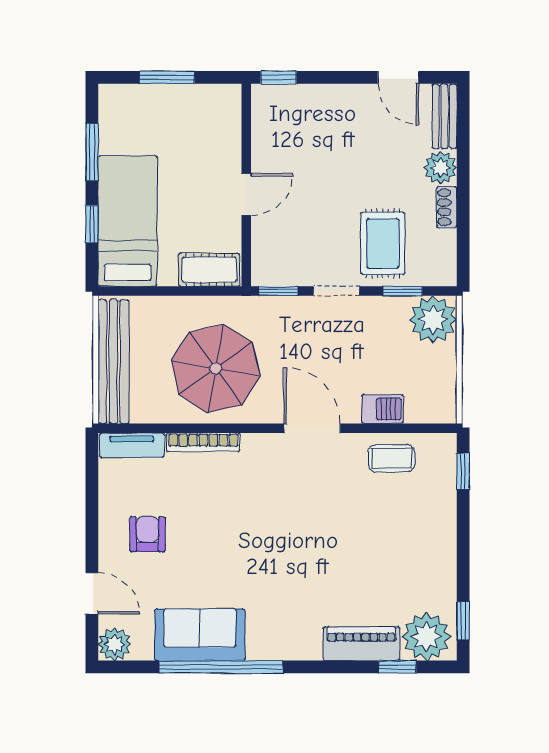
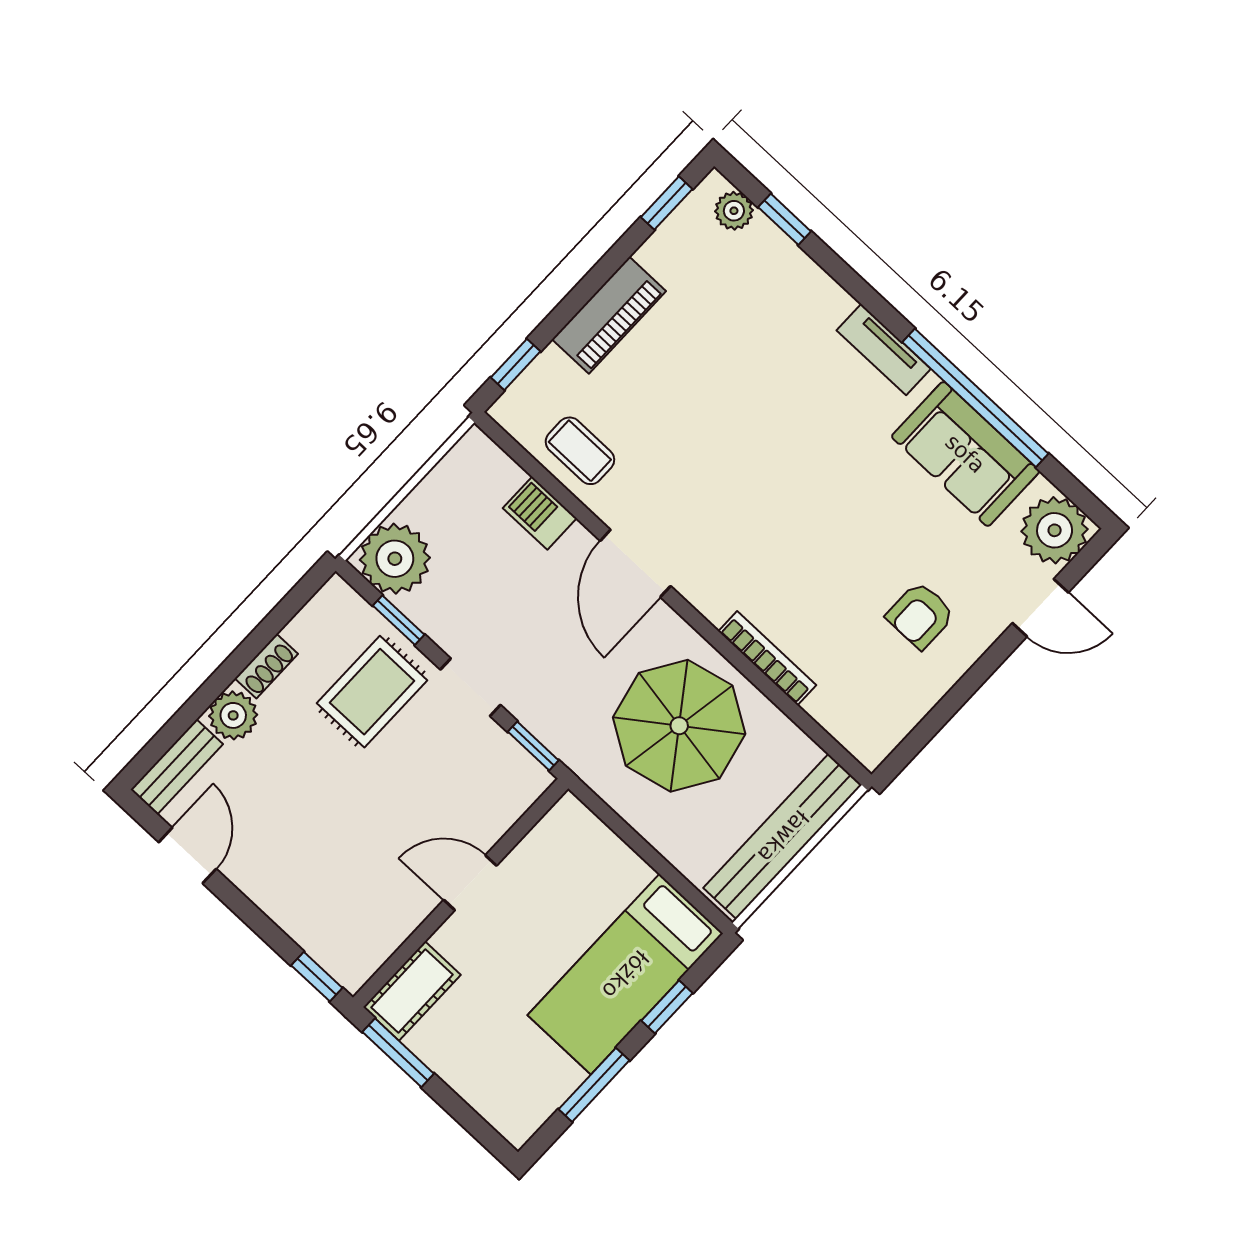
window: (167, 77) -> (398, 1053), moved
cot: (209, 270) -> (412, 991), moved, turned 90
tv unit: (132, 445) -> (884, 350), moved, turned 180
door: (92, 593) -> (1040, 608), swing flipped
plant: (426, 637) -> (734, 211), width x0.53, depth x0.53
plant: (115, 644) -> (1055, 530), width x1.36, depth x1.36
piano: (361, 644) -> (609, 315), moved, turned -90

